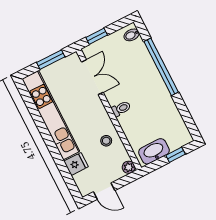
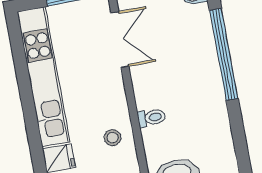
toilet: (121, 109) -> (152, 118), moved

